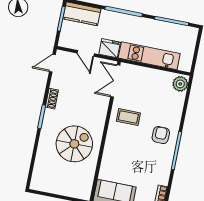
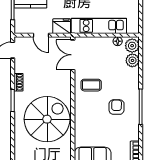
floor lamp: (166, 76) -> (118, 41), added
plant: (178, 100) -> (132, 60), added
armchair: (161, 135) -> (117, 107), moved
spiral stairs: (74, 144) -> (47, 119), width x1.37, depth x1.37

